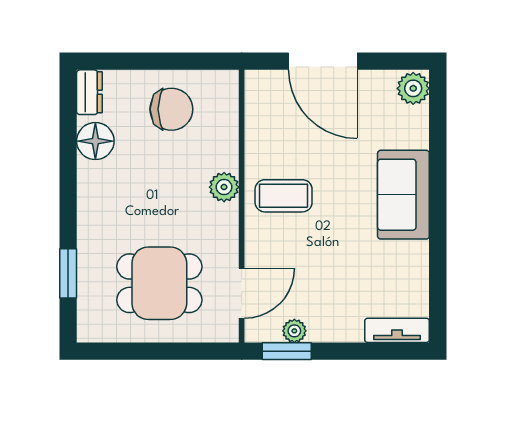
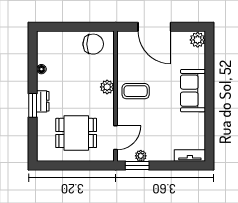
dresser: (89, 92) -> (43, 101), moved
chair: (171, 109) -> (93, 44), moved
floor lamp: (95, 141) -> (41, 69), width x0.53, depth x0.53
window: (68, 273) -> (33, 105), moved

